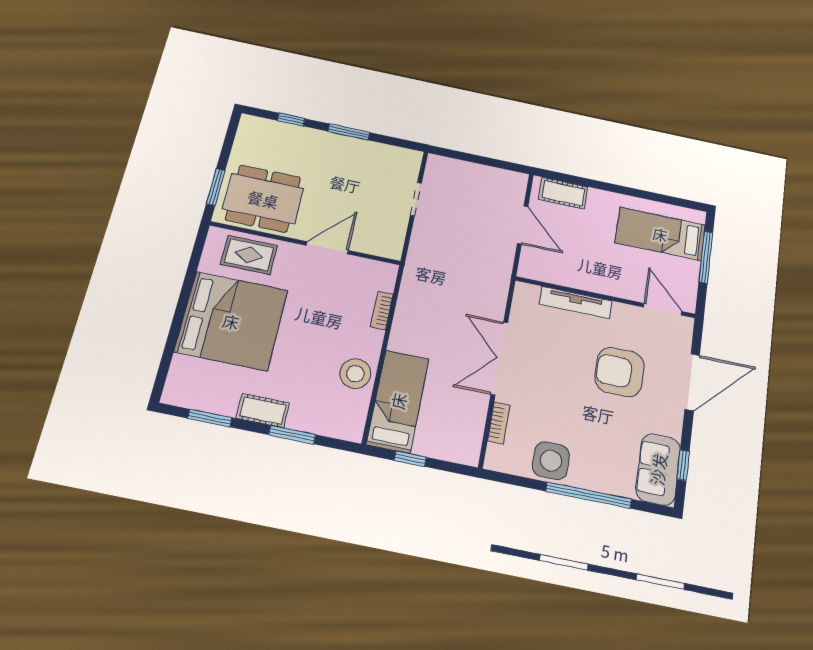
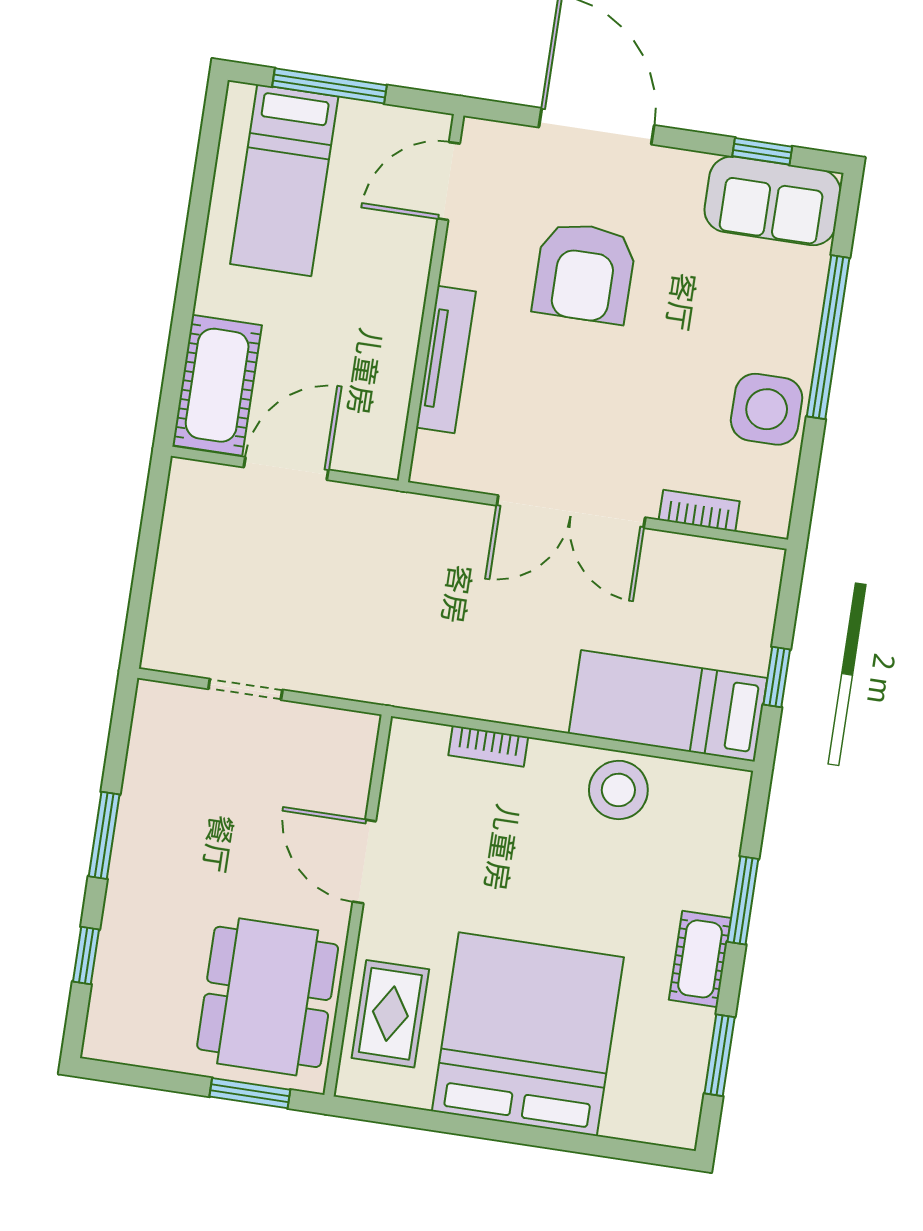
cot: (563, 193) -> (217, 385), width x1.37, depth x1.34

